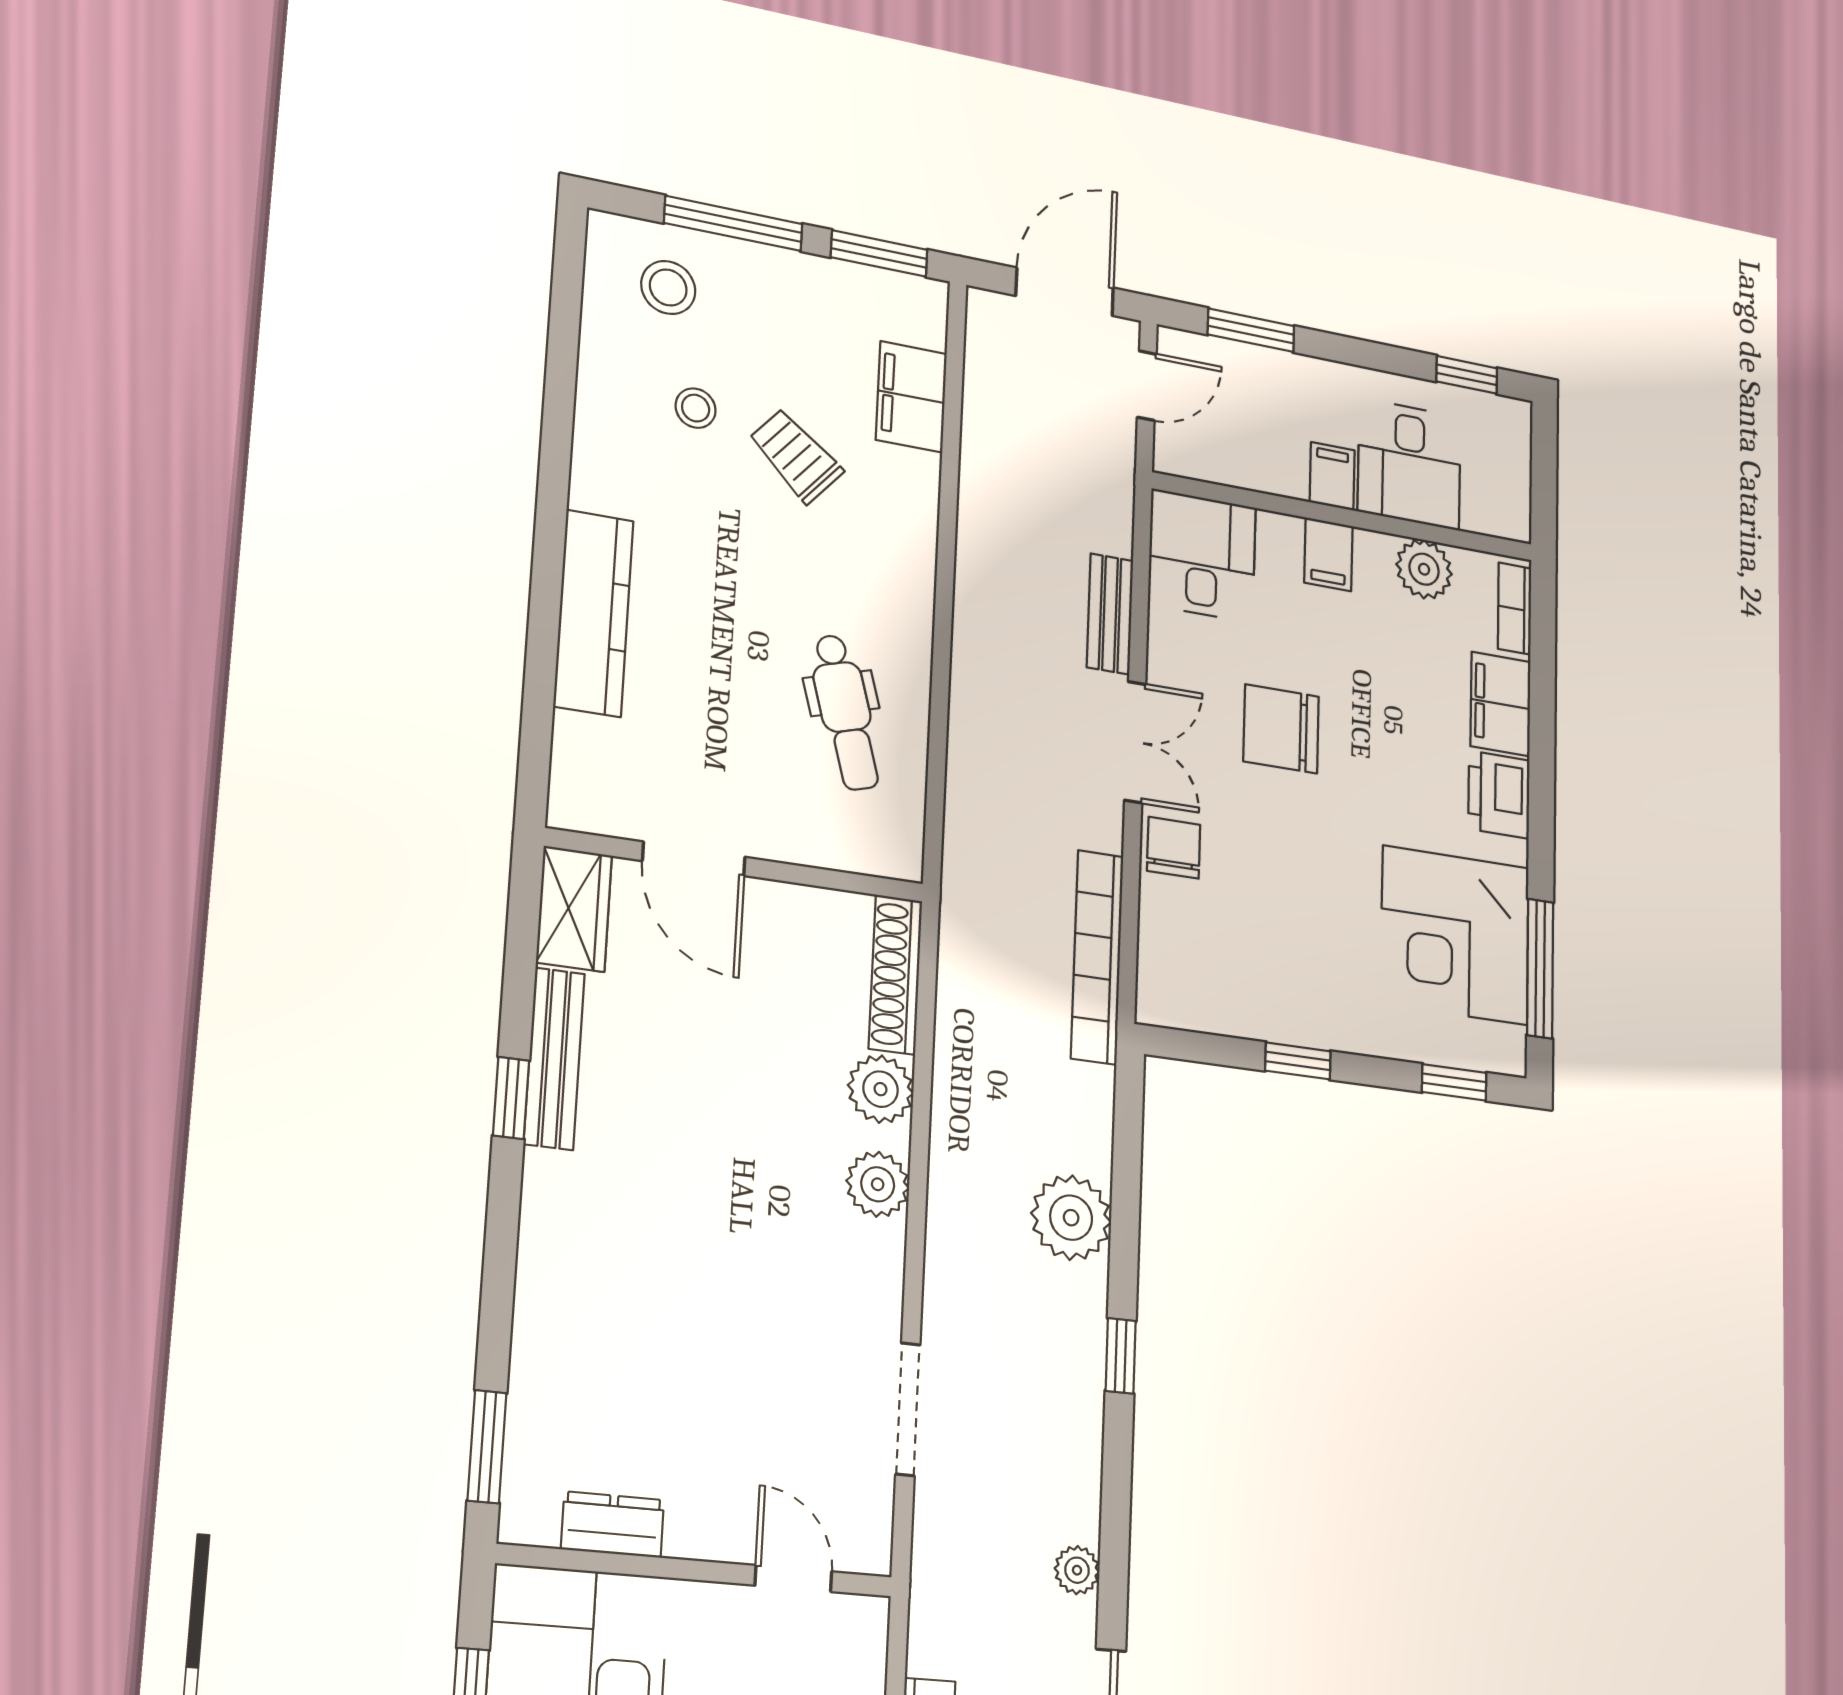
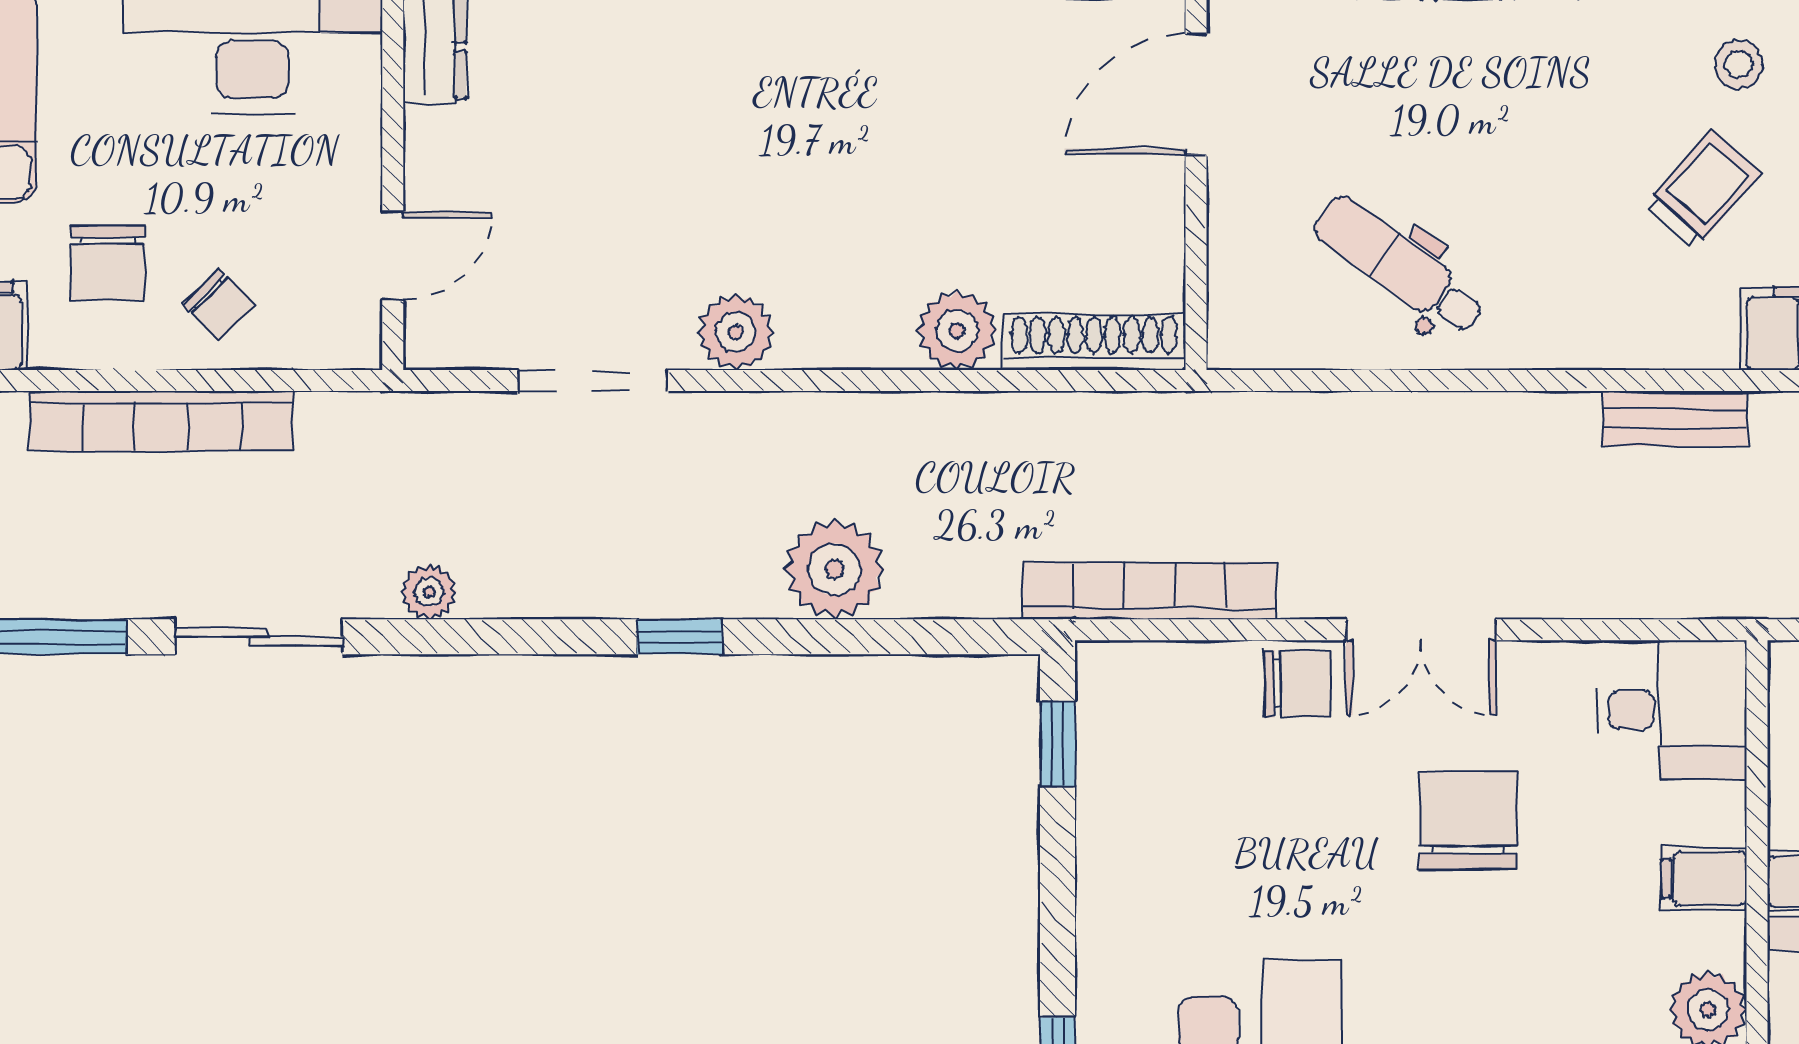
bench: (1110, 614) -> (1675, 418), moved
dental chair: (845, 712) -> (1399, 266), turned 52
window: (1298, 1061) -> (1058, 744), moved
plant: (878, 1184) -> (736, 332), moved

